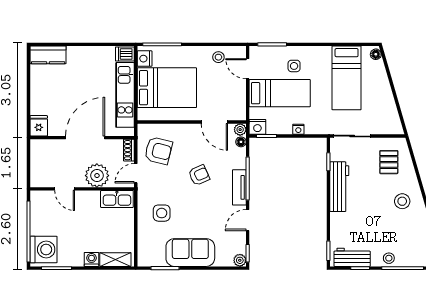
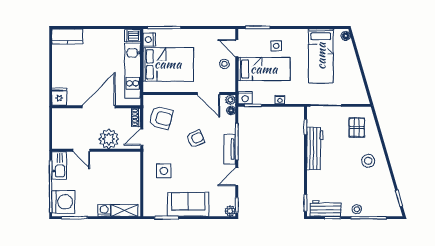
stool: (218, 57) -> (224, 64), moved
kitchen sink: (117, 199) -> (59, 165), moved, turned -90

